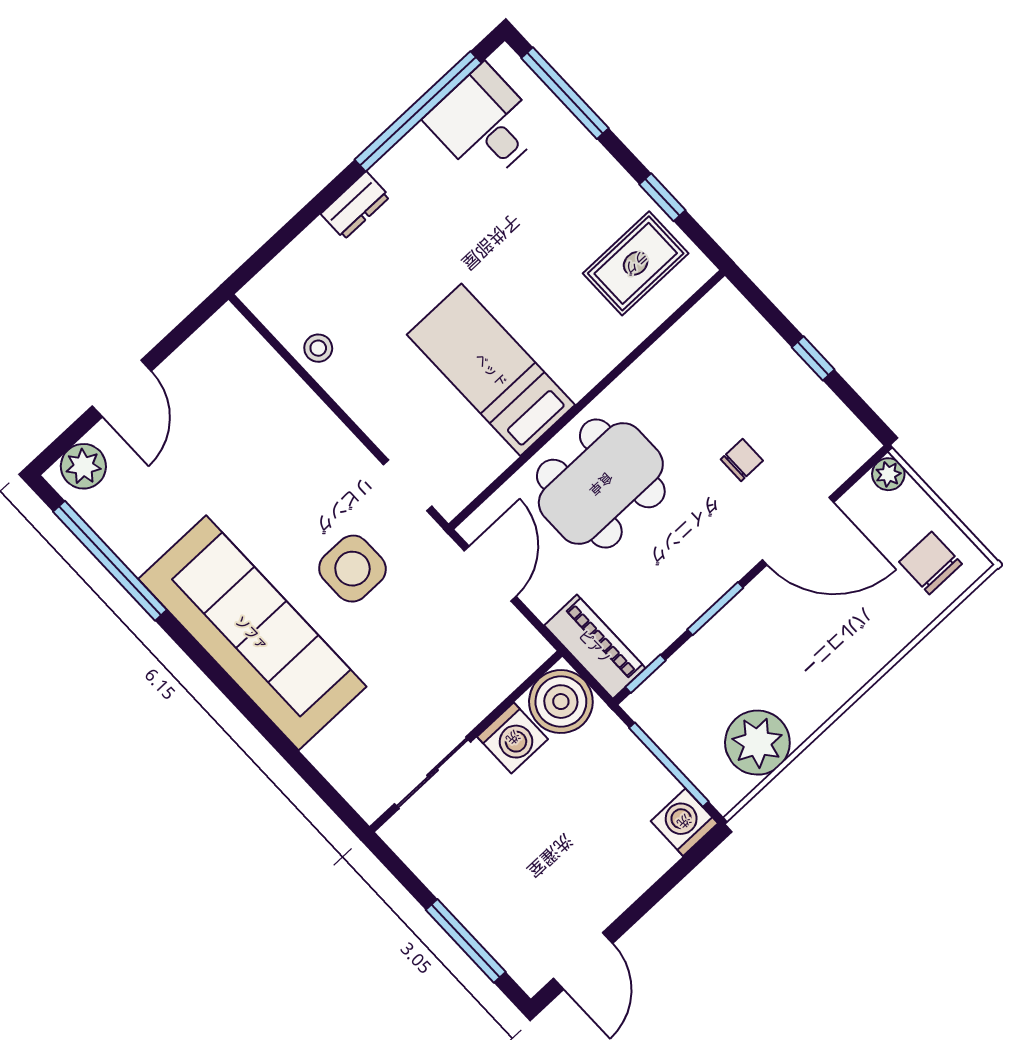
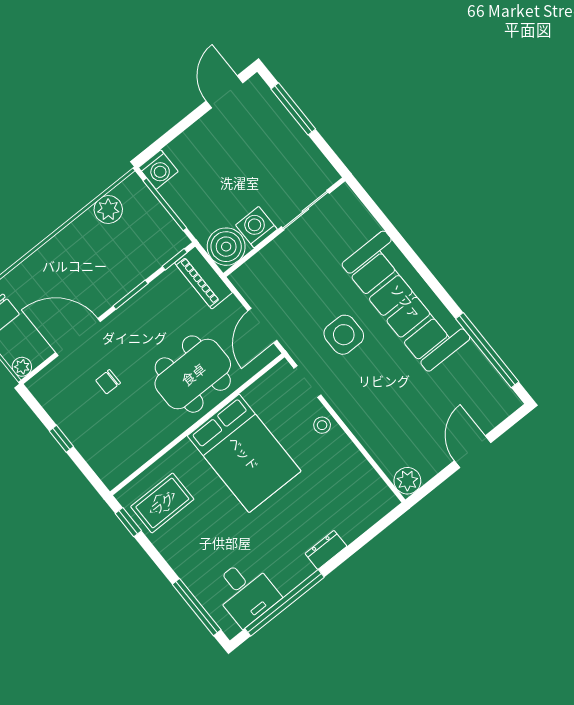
window: (662, 197) -> (128, 522), moved
stool: (318, 348) -> (322, 425), moved
bed: (491, 370) -> (244, 453), width x1.50
plant: (83, 466) -> (407, 481), moved
plant: (757, 743) -> (108, 209), width x0.73, depth x0.73

